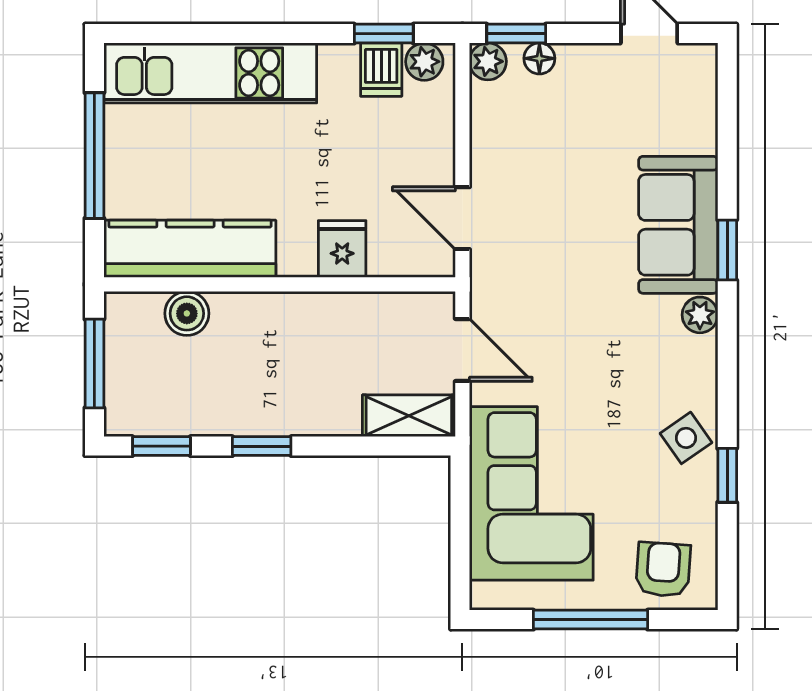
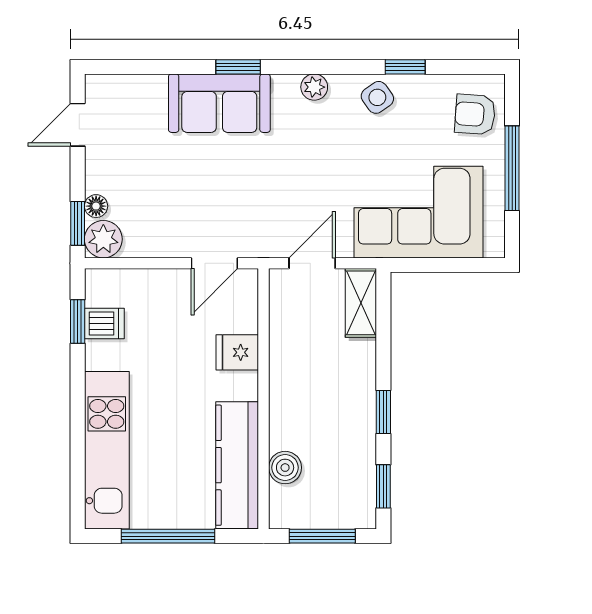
plant: (488, 61) -> (103, 239), width x1.38, depth x1.38
plant: (424, 62) -> (98, 291), removed
plant: (700, 315) -> (314, 87), moved

